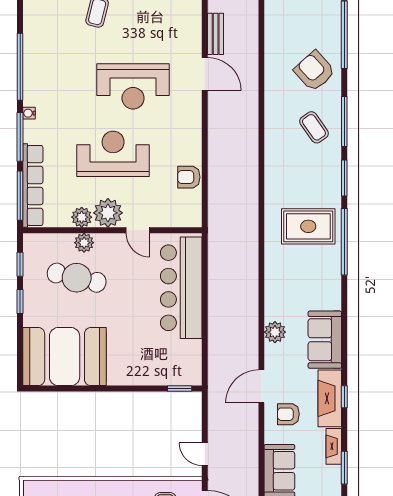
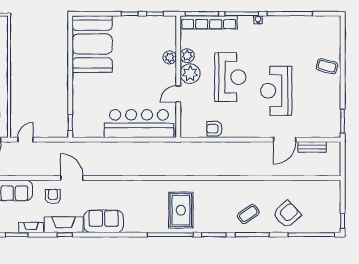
armchair: (189, 177) -> (214, 129), turned -90
cafe table: (77, 278) -> (146, 52), removed
plant: (275, 332) -> (109, 187), removed

